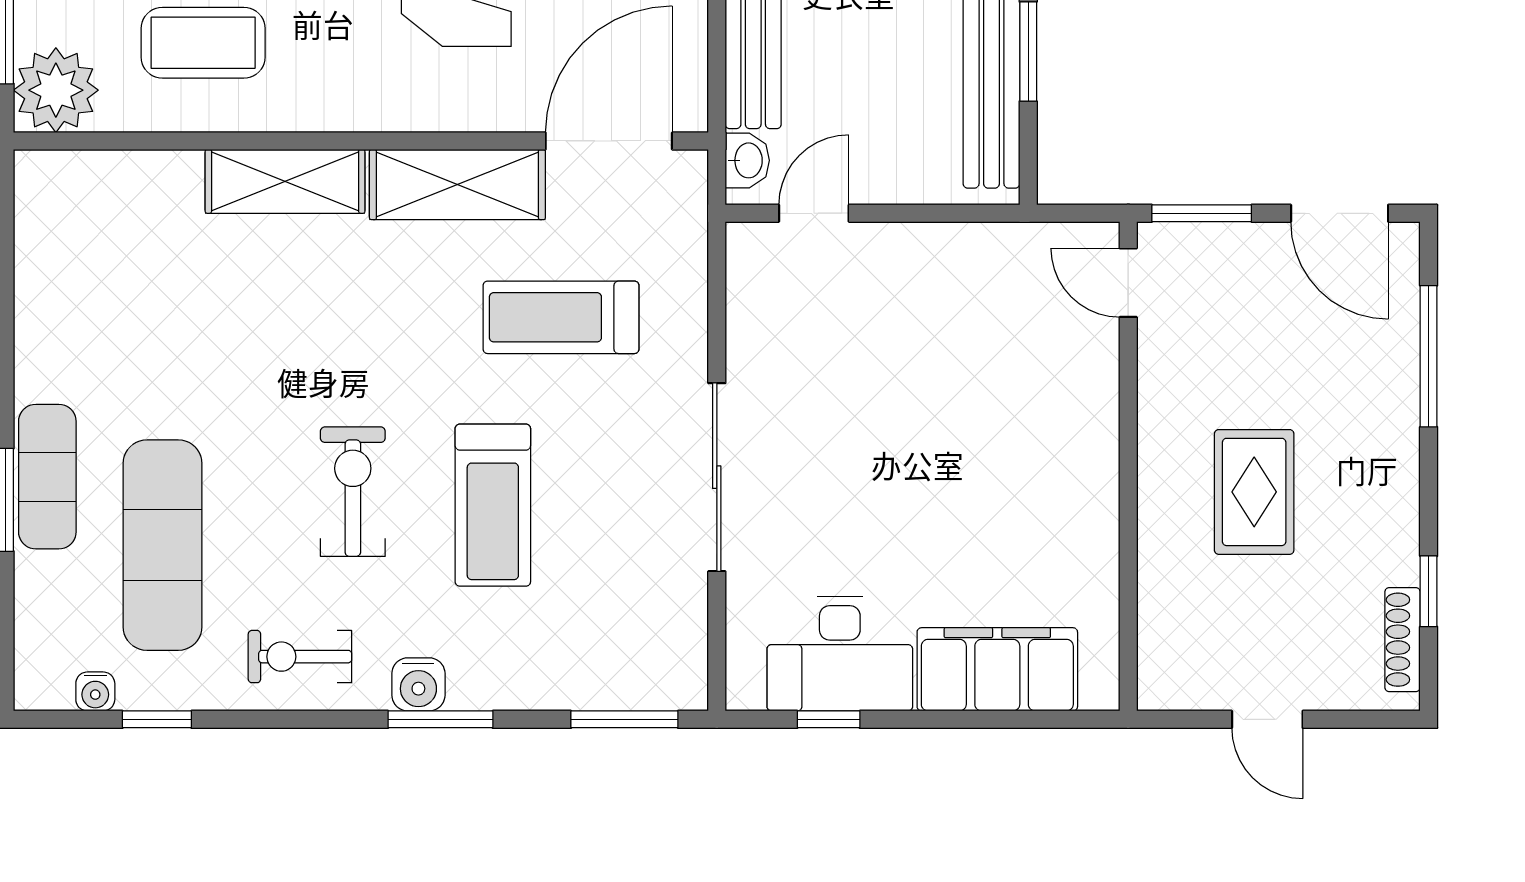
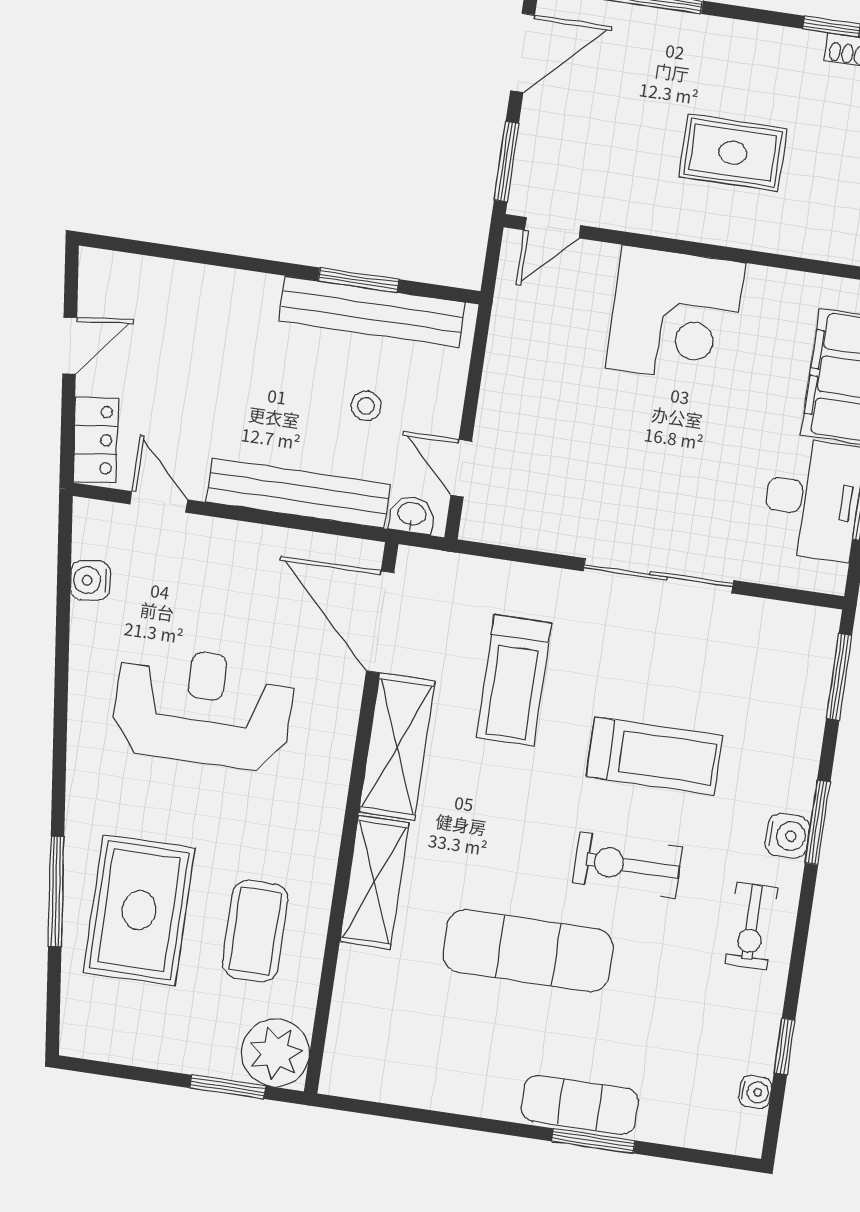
stool: (874, 84) -> (366, 406), added
corner desk: (1042, 450) -> (675, 316), added
exercise mat: (163, 545) -> (528, 951), moved

